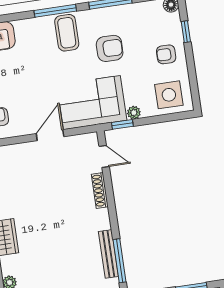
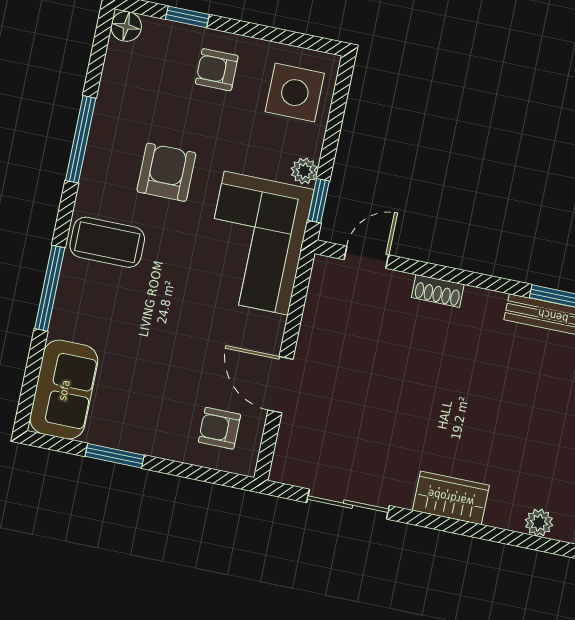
window: (55, 11) -> (50, 288), moved
armchair: (166, 54) -> (217, 70), turned 90
door: (50, 135) -> (280, 385), moved
shoe rack: (100, 190) -> (438, 291), width x0.70

